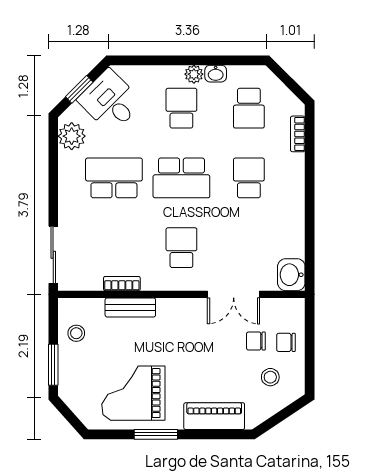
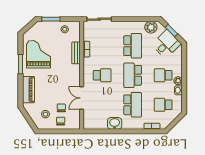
school desk: (181, 108) -> (163, 75), turned 180
school desk: (249, 178) -> (133, 105), width x1.85
washbasin: (291, 275) -> (115, 123), moved

